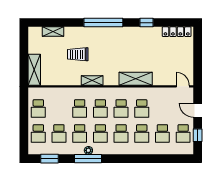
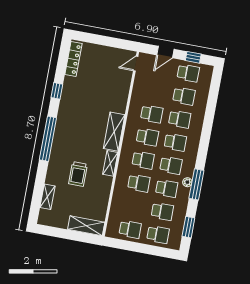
shelving: (136, 79) -> (114, 132), moved

